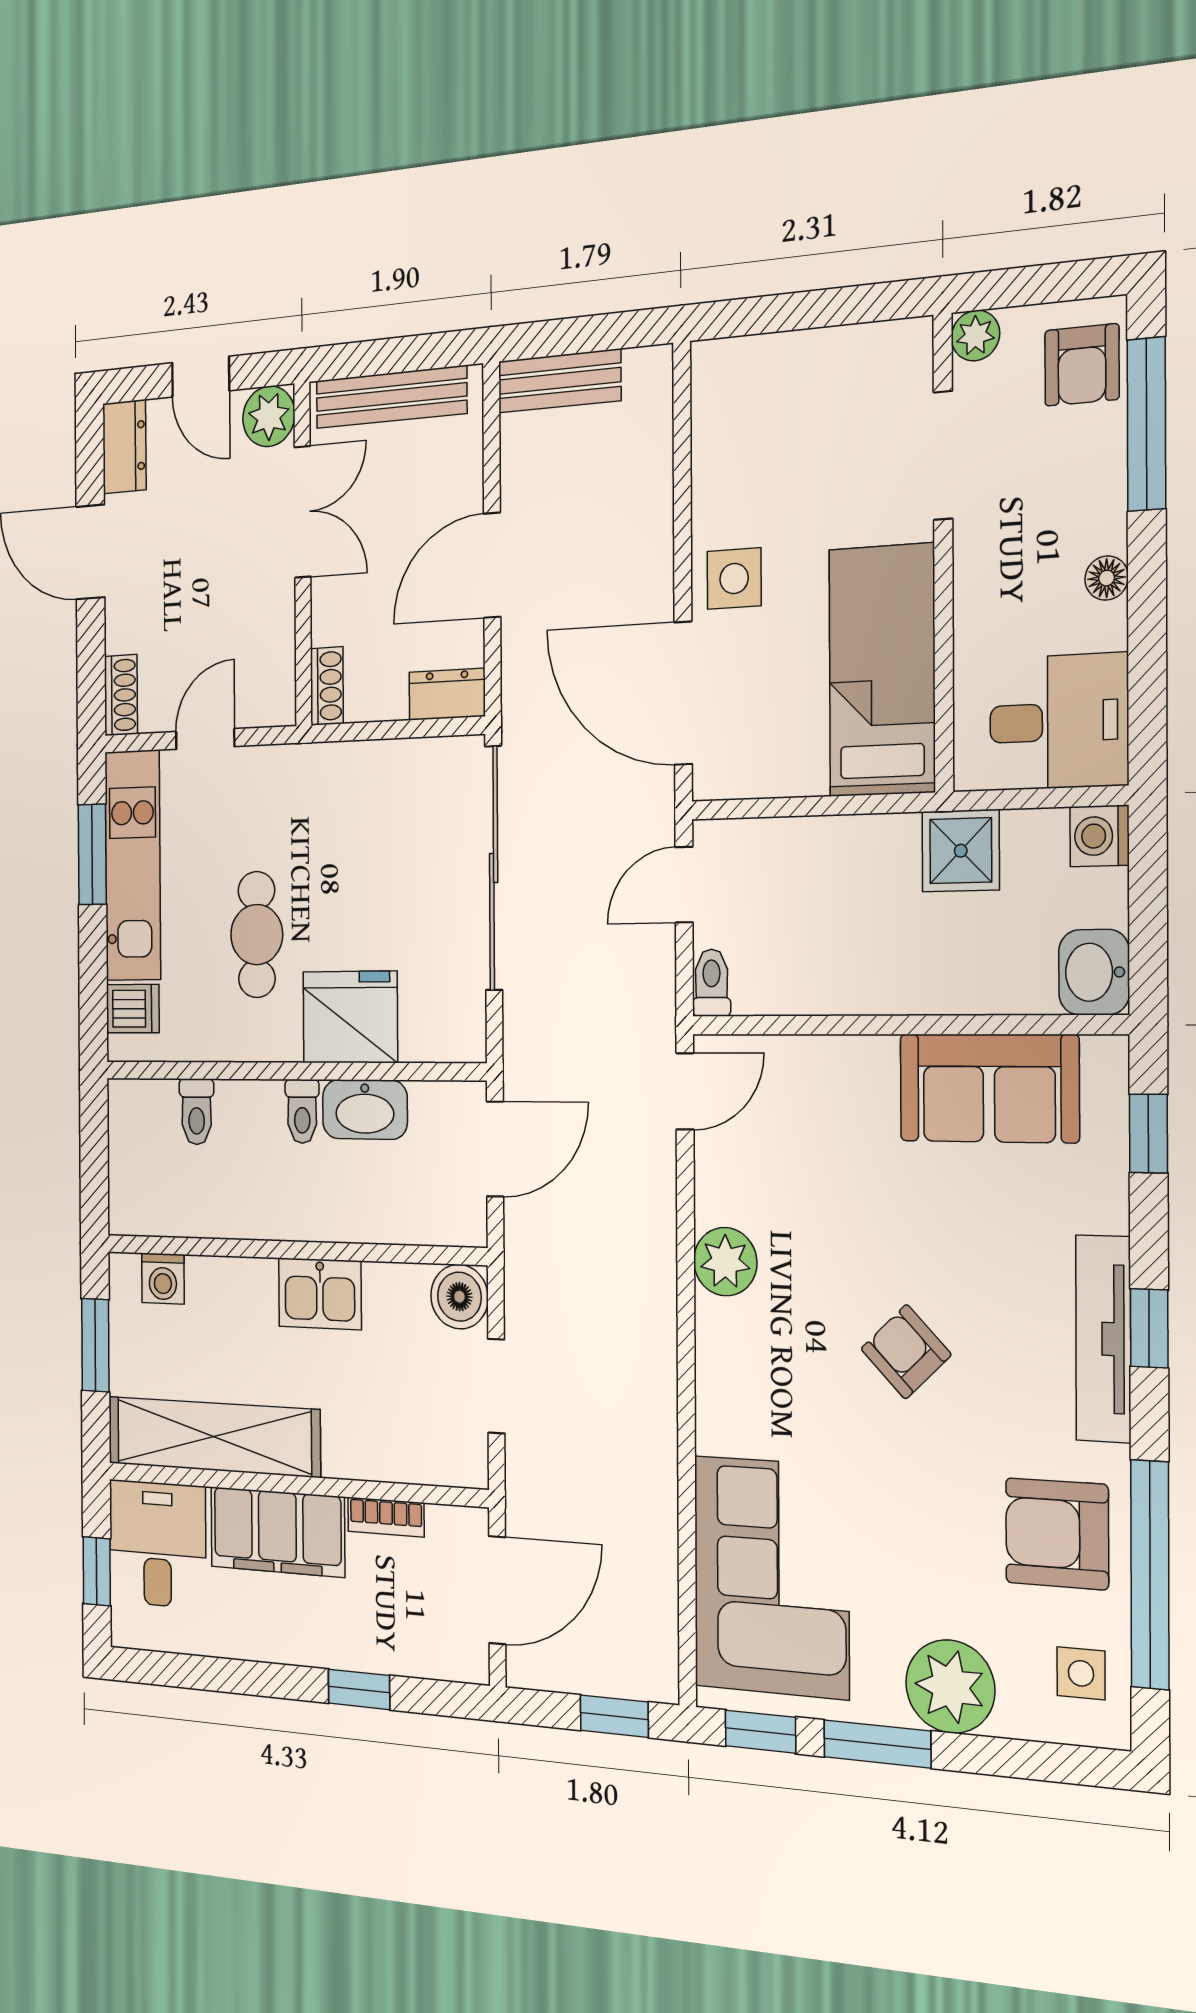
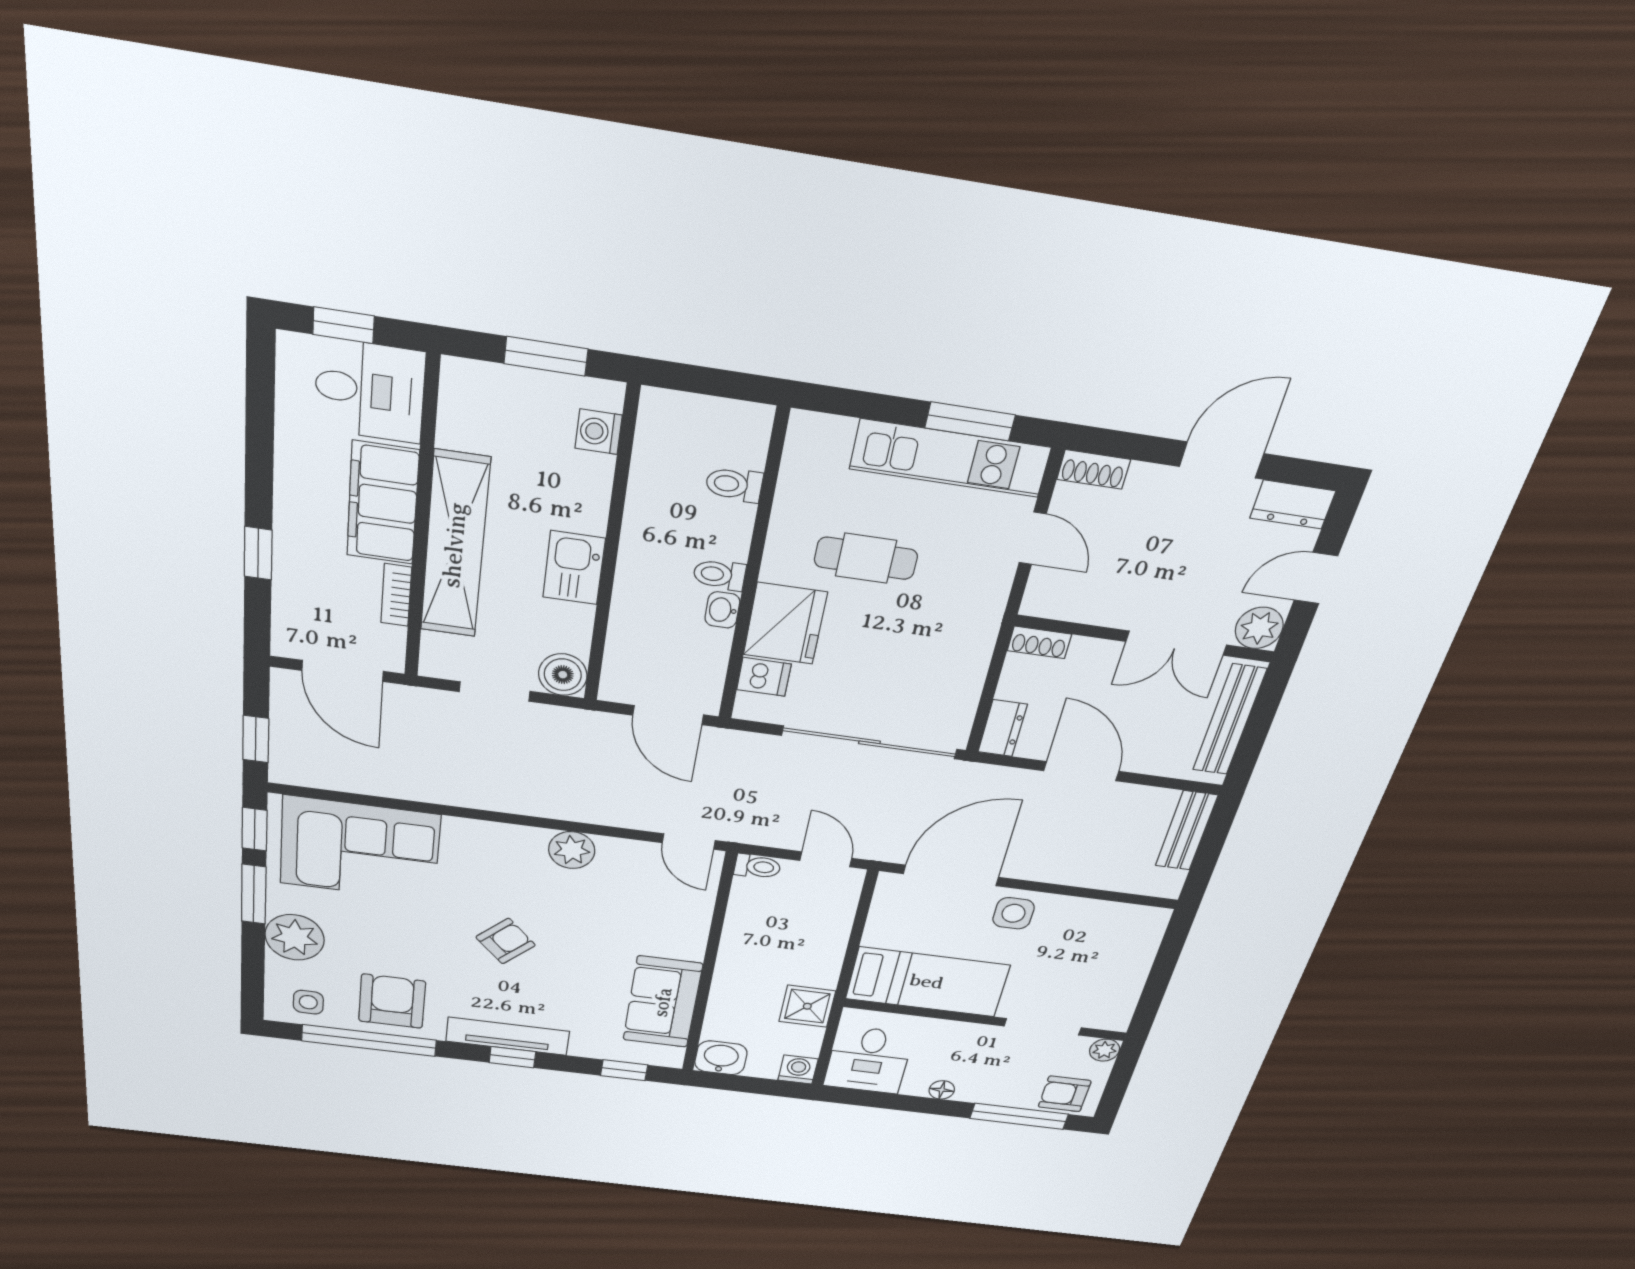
dishwasher: (133, 1009) -> (764, 677), moved, turned -90
washbasin: (365, 1109) -> (722, 610), width x0.52, depth x0.69
shelving: (213, 1437) -> (455, 545), moved

